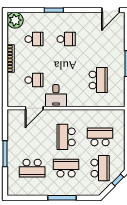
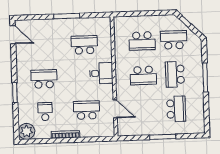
school desk: (66, 39) -> (44, 79), width x1.85
school desk: (34, 80) -> (87, 110), width x1.85
desk: (56, 96) -> (101, 73), moved
school desk: (100, 137) -> (142, 41), turned -90

